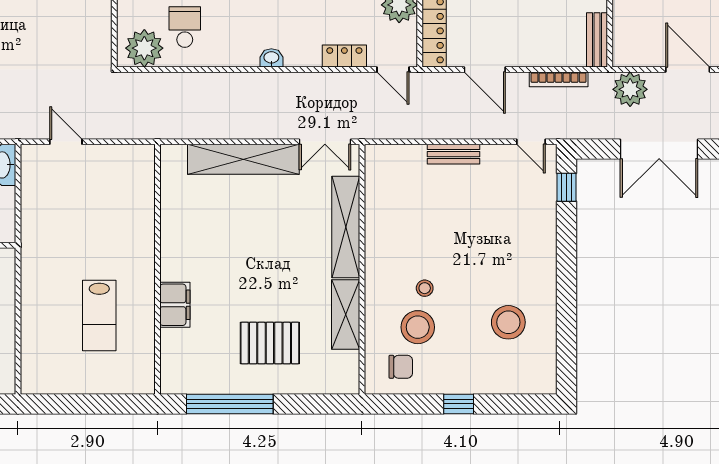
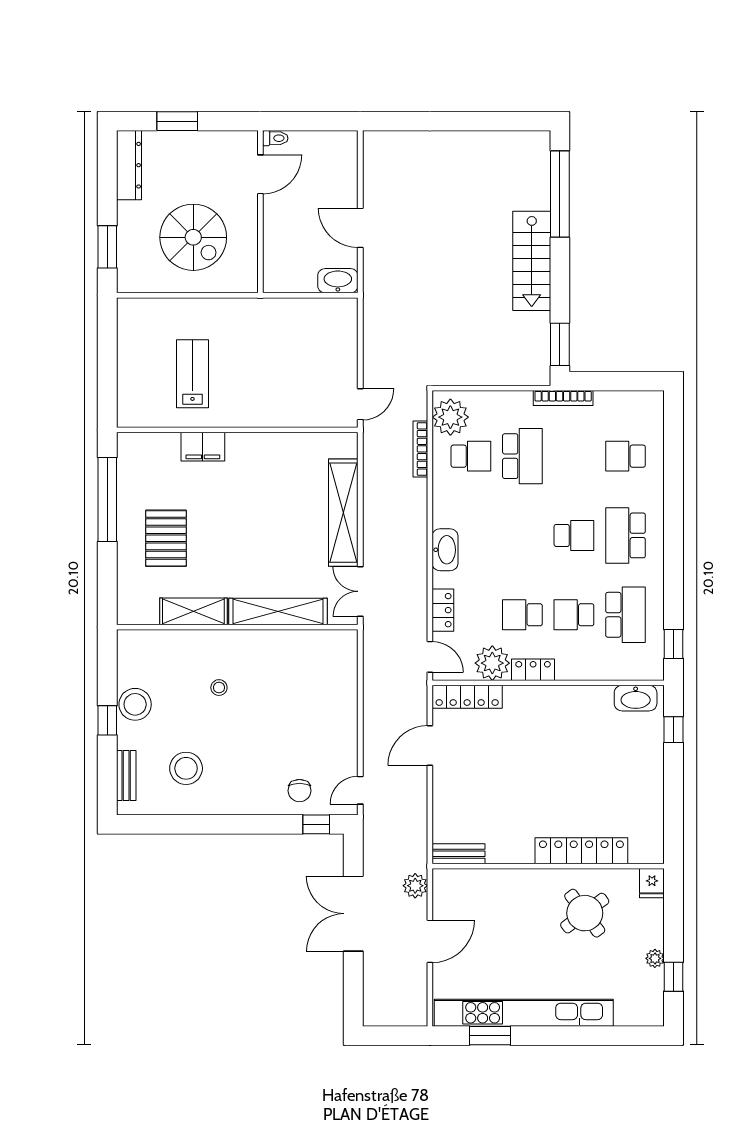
washbasin: (271, 58) -> (445, 550), width x1.91, depth x1.45
door: (393, 70) -> (430, 657), swing flipped
bookcase: (559, 79) -> (420, 449), moved
plant: (630, 89) -> (415, 886), width x0.73, depth x0.73
door: (66, 142) -> (360, 404), moved
bench: (453, 154) -> (126, 775), moved
lab bench: (99, 316) -> (192, 374), turned 90
stool: (418, 327) -> (135, 704), moved
chair: (401, 367) -> (299, 791), moved

